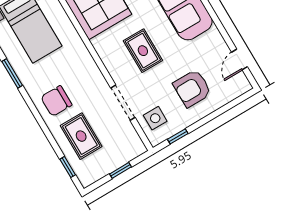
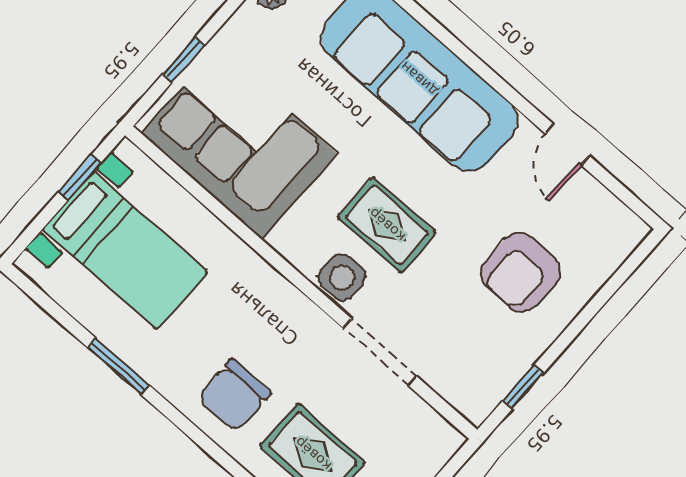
door: (240, 60) -> (567, 145), moved
side table: (155, 118) -> (342, 277), moved

